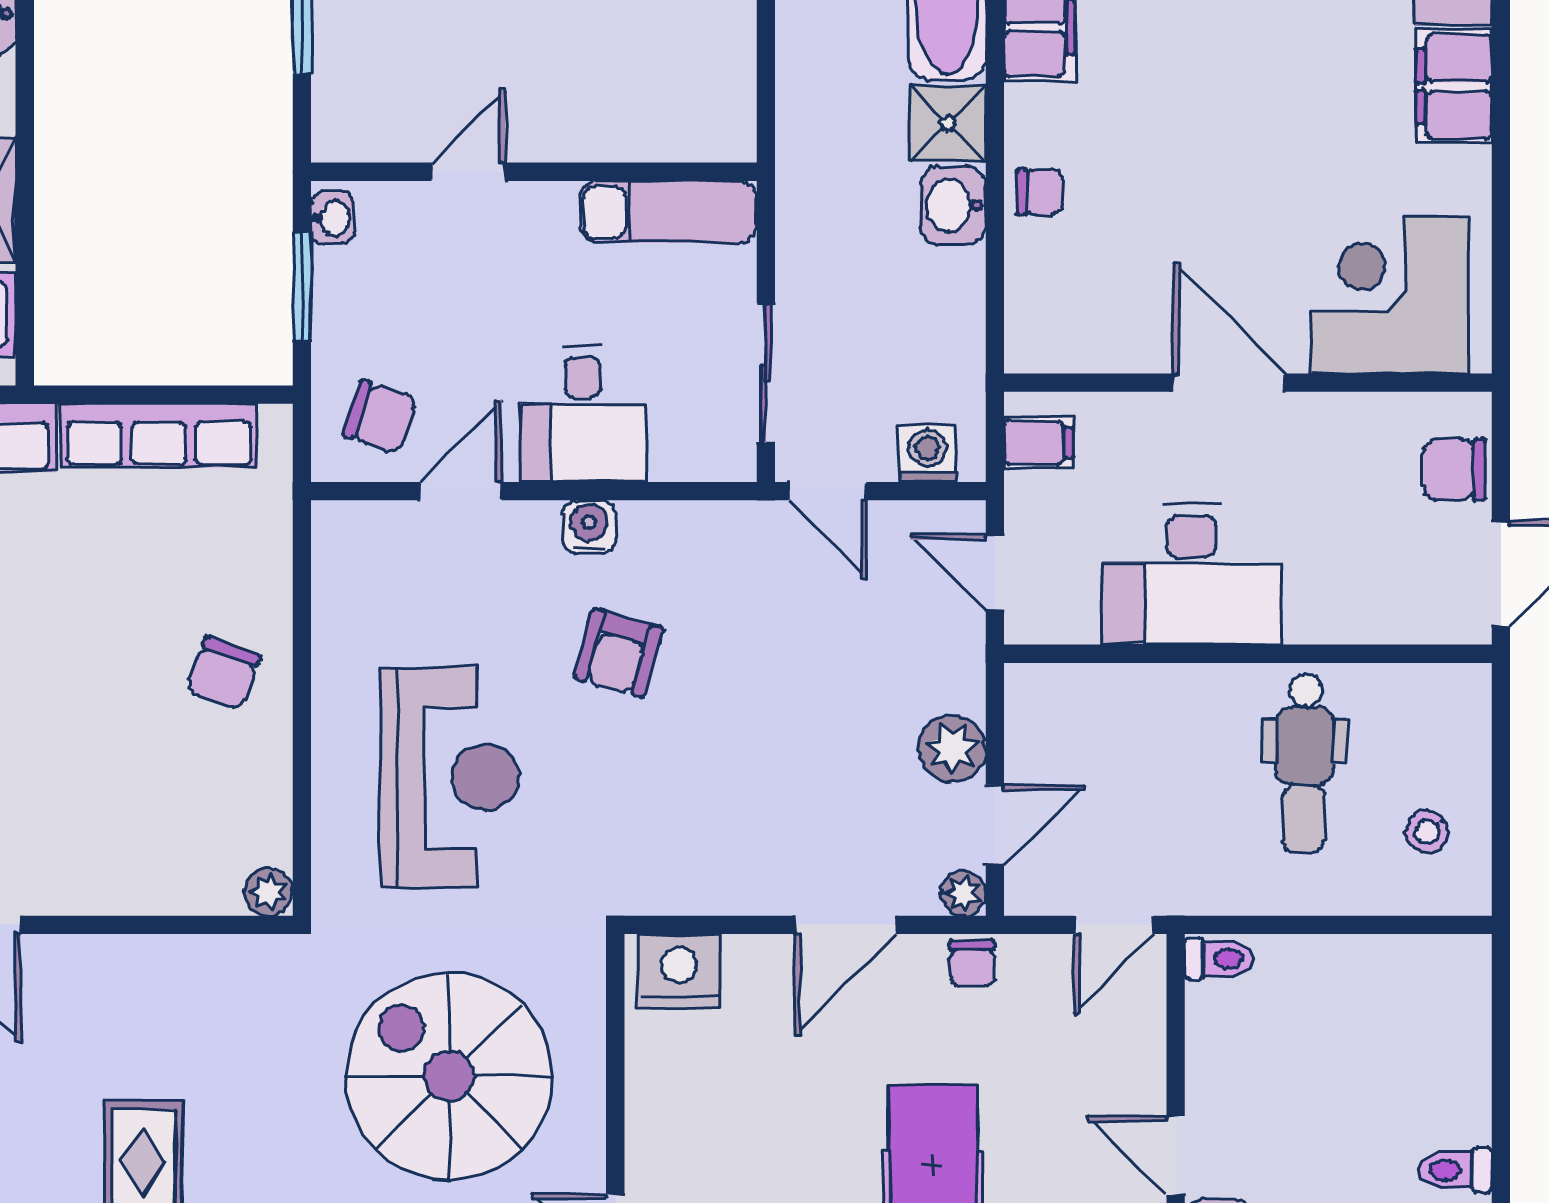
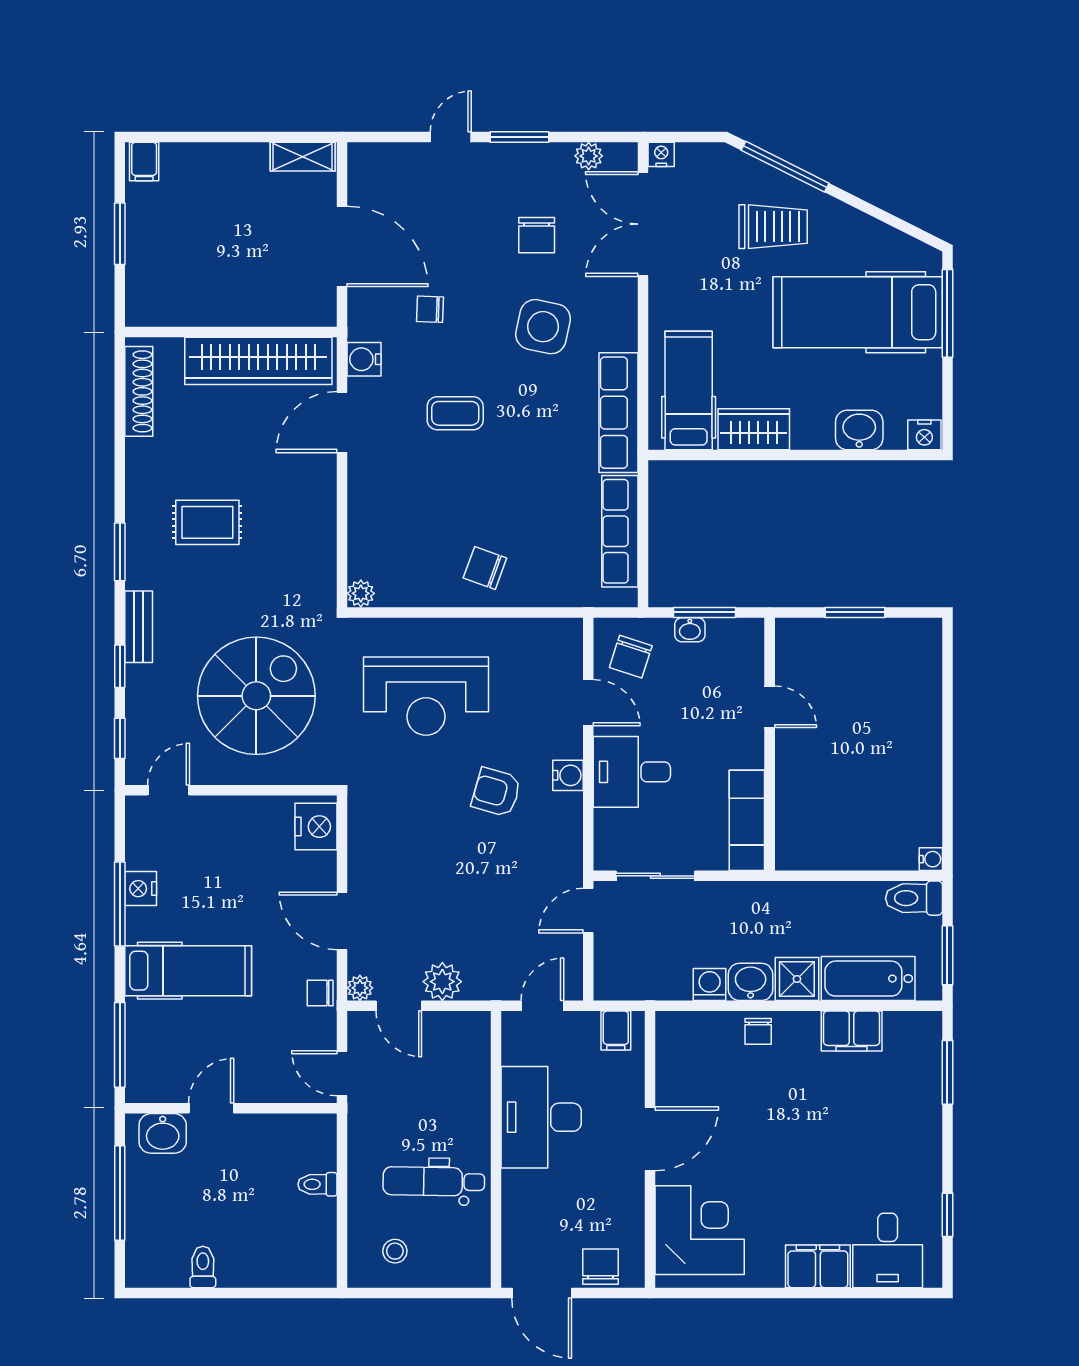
washbasin: (332, 218) -> (690, 630), moved
washing machine: (927, 454) -> (710, 984), moved, turned -90
toilet: (1219, 959) -> (318, 1184), moved, turned 90

